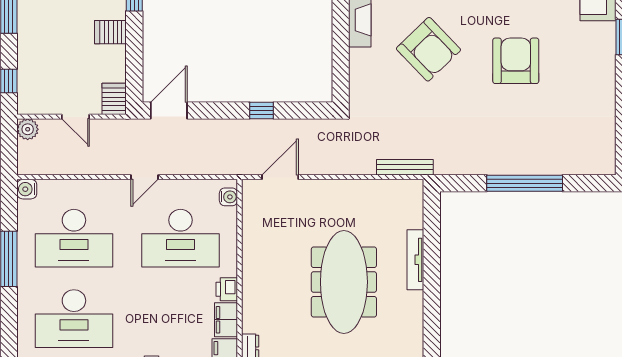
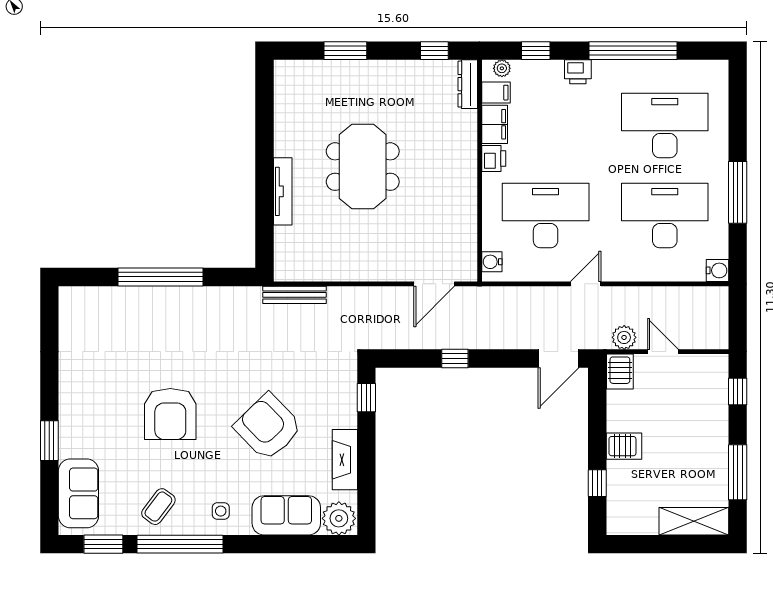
window: (341, 75) -> (366, 398), added
plant: (28, 129) -> (624, 337), moved
meeting table: (344, 282) -> (363, 167), width x0.73

